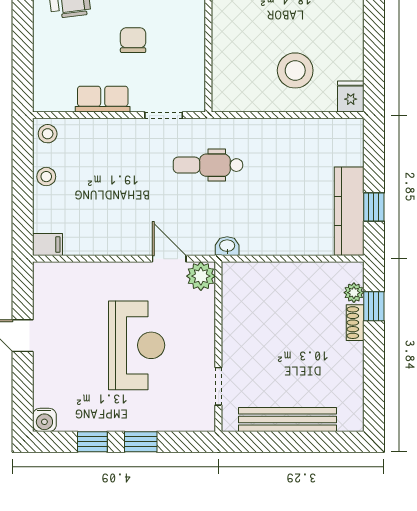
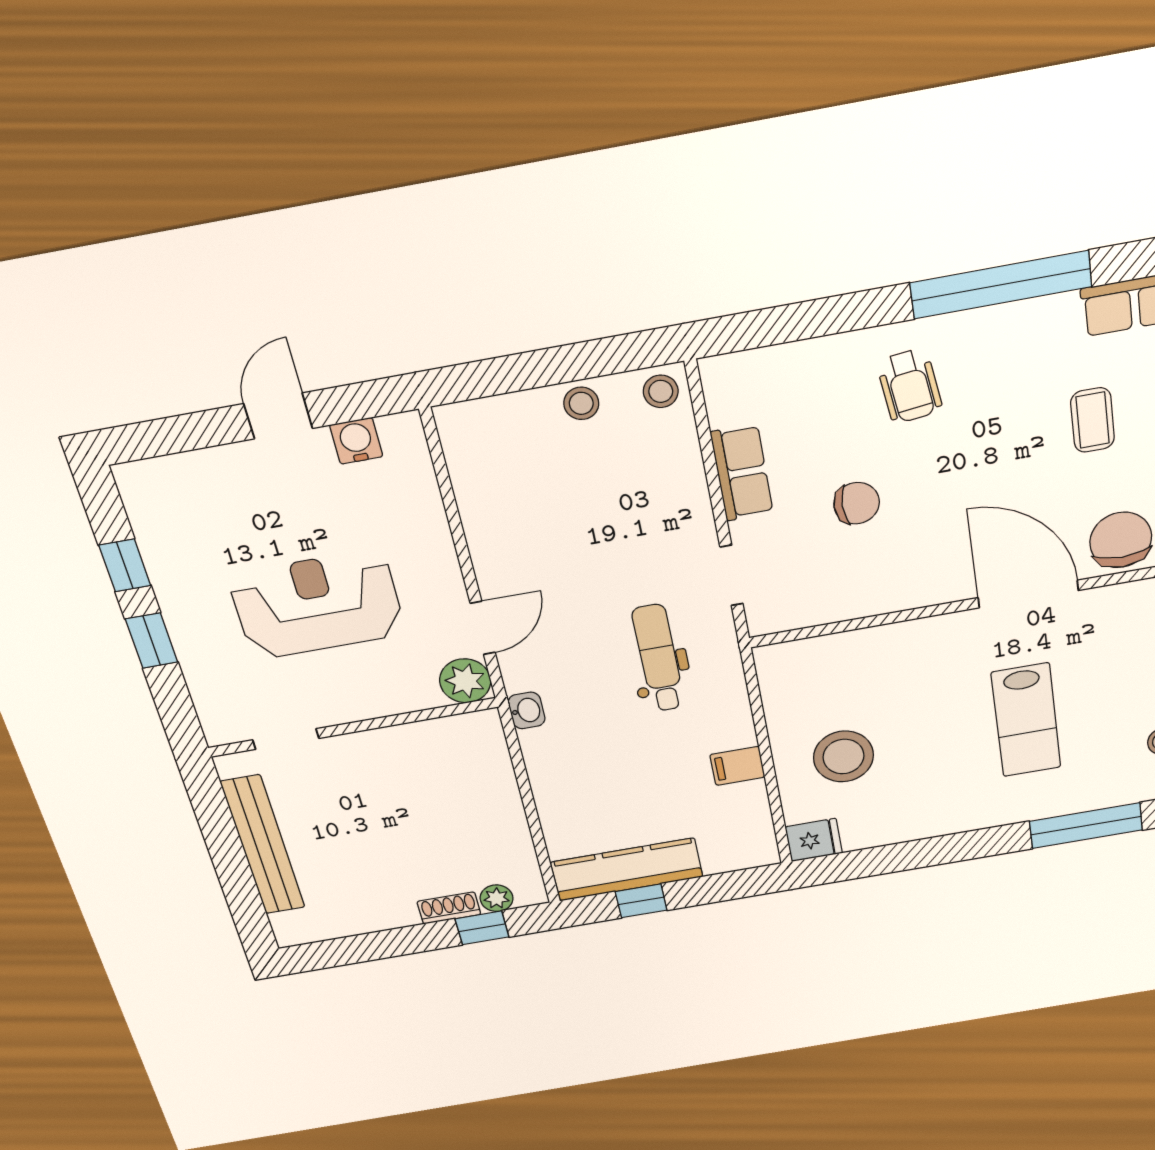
filing cabinet: (47, 244) -> (737, 766), moved, turned 90
reception desk: (137, 345) -> (317, 605), turned 180
water cooler: (44, 420) -> (356, 441), moved, turned 90

